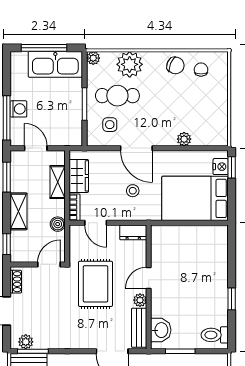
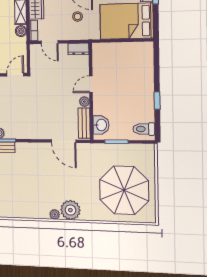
boiler: (58, 224) -> (21, 31), moved
rug: (95, 284) -> (50, 89), removed

